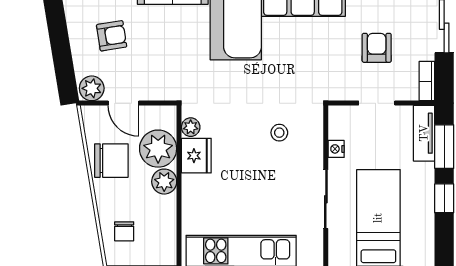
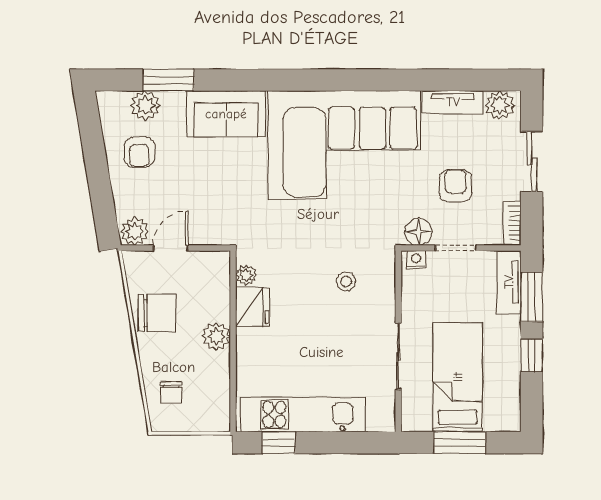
armchair: (112, 36) -> (139, 152), moved, turned 99
floor lamp: (344, 89) -> (418, 232), added
door: (123, 103) -> (170, 248), swing flipped
plant: (158, 149) -> (209, 299), removed
nightstand: (336, 149) -> (416, 260), moved, turned 90

